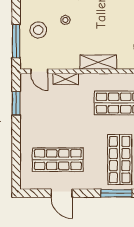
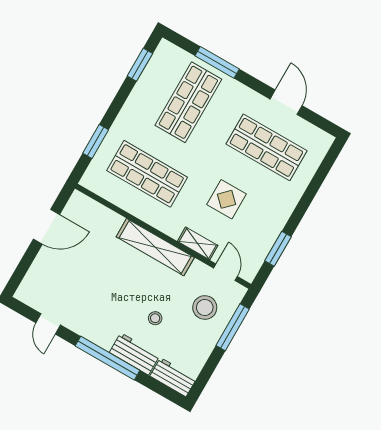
stool: (38, 30) -> (205, 308), moved
shelving: (98, 62) -> (155, 247), width x1.47
display table: (64, 115) -> (227, 199), added

